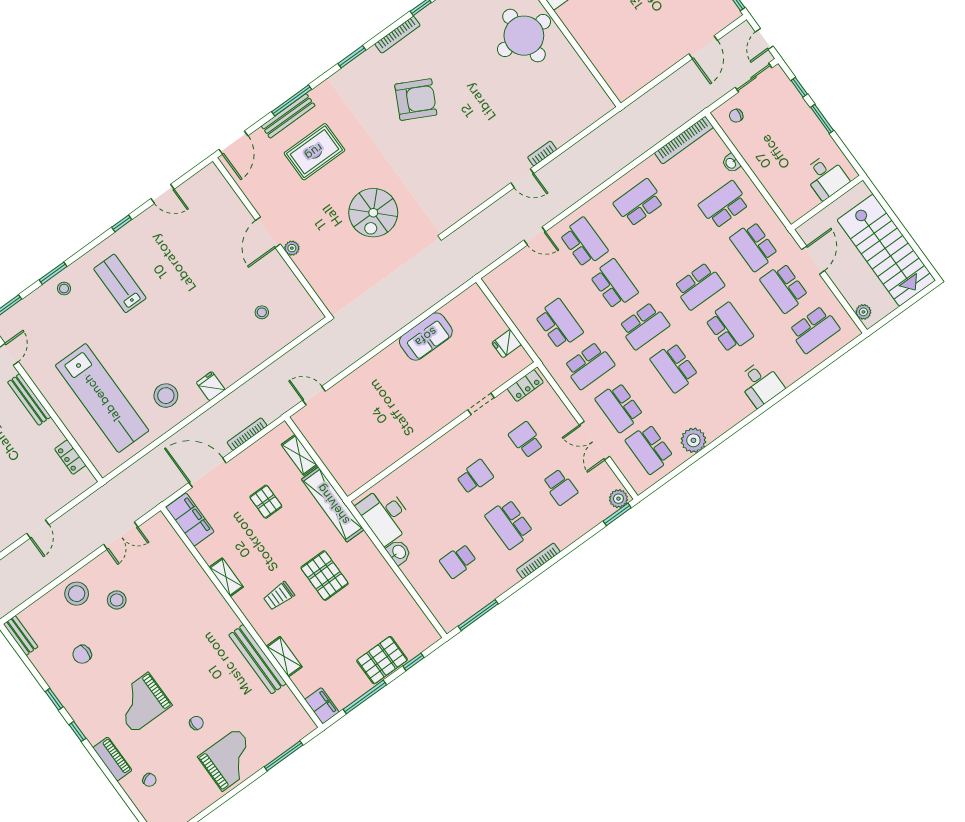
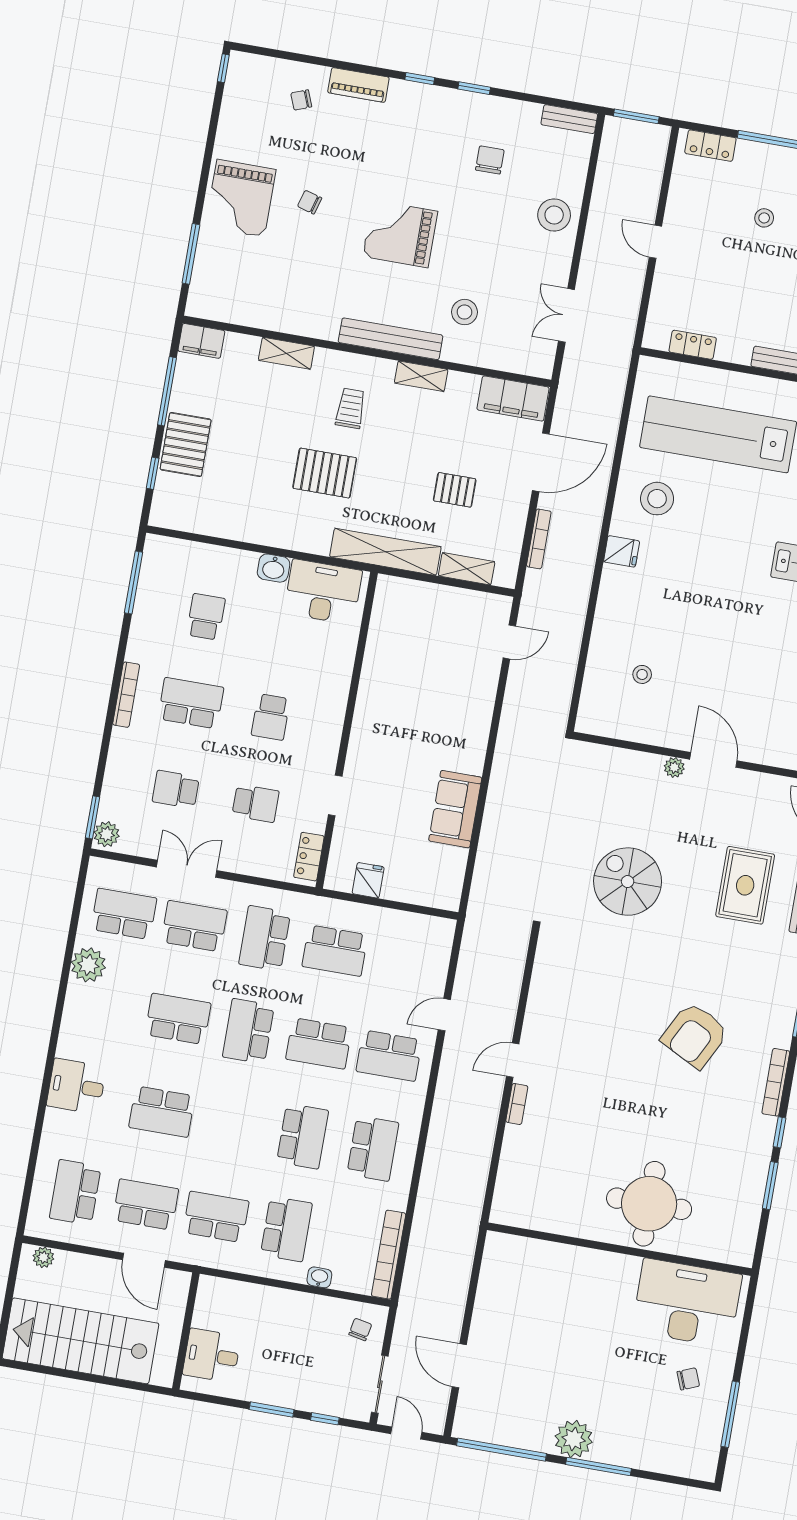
school desk: (699, 286) -> (303, 1136), moved, turned 180
stool: (117, 600) -> (464, 312), moved
bench: (258, 659) -> (391, 339), moved
grand piano: (141, 703) -> (400, 234), moved, turned -90
chair: (196, 723) -> (310, 202), turned 106

